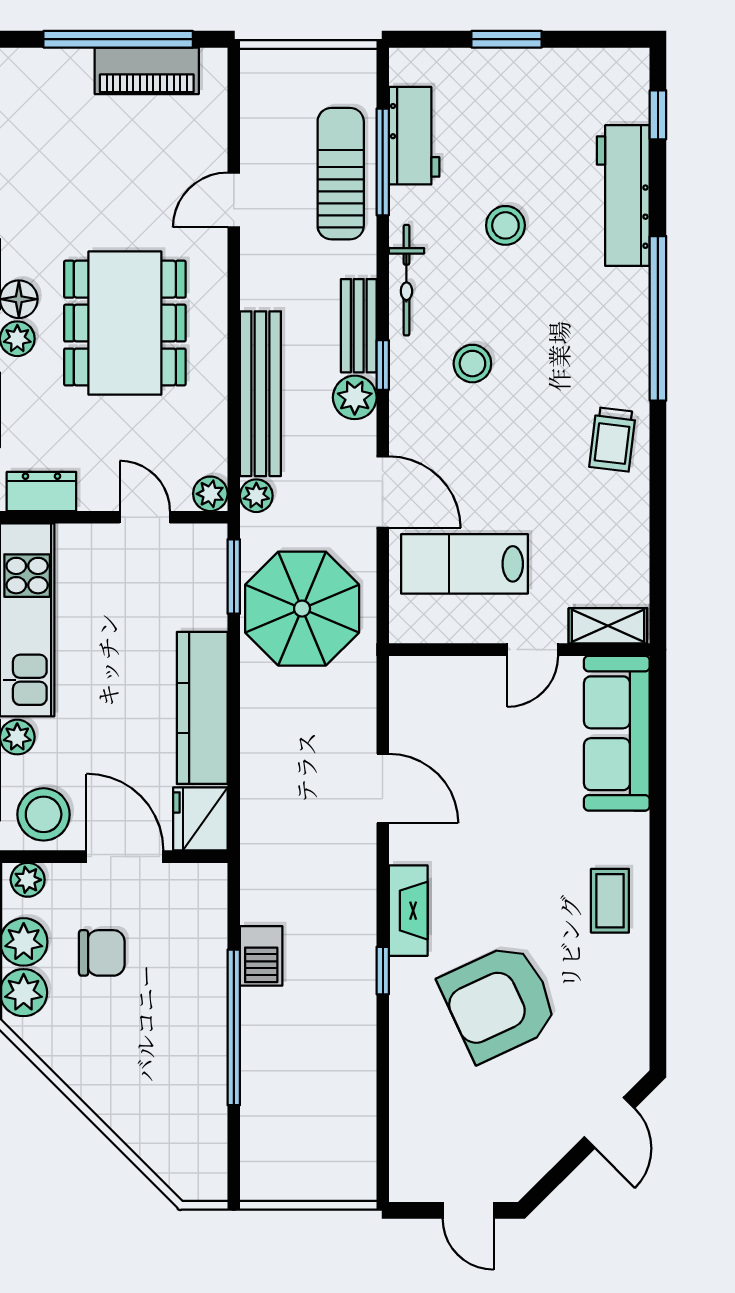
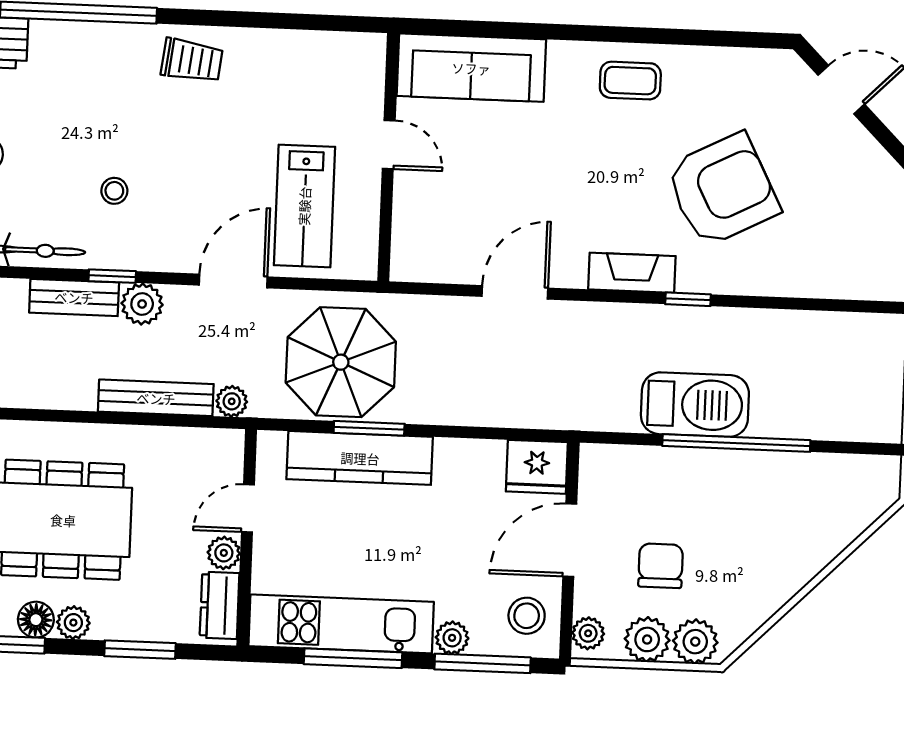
stool: (472, 364) -> (114, 191), width x0.73, depth x0.73
bench: (260, 394) -> (156, 398), width x0.73, depth x0.82
plant: (210, 494) -> (224, 553), moved
window: (234, 577) -> (369, 428), moved
shelving: (608, 626) -> (369, 72), removed
kitchen counter: (202, 708) -> (360, 458), moved
stool: (44, 814) -> (527, 616), width x0.73, depth x0.73
barbecue: (261, 956) -> (695, 405), width x1.88, depth x1.53
armchair: (499, 1002) -> (722, 190), turned -92

